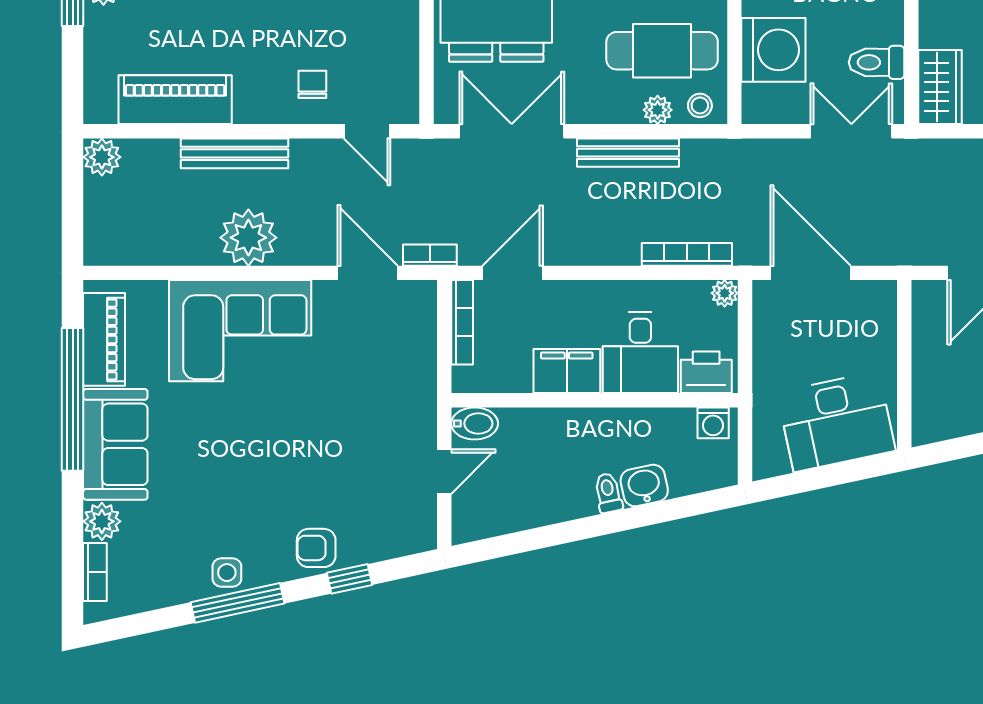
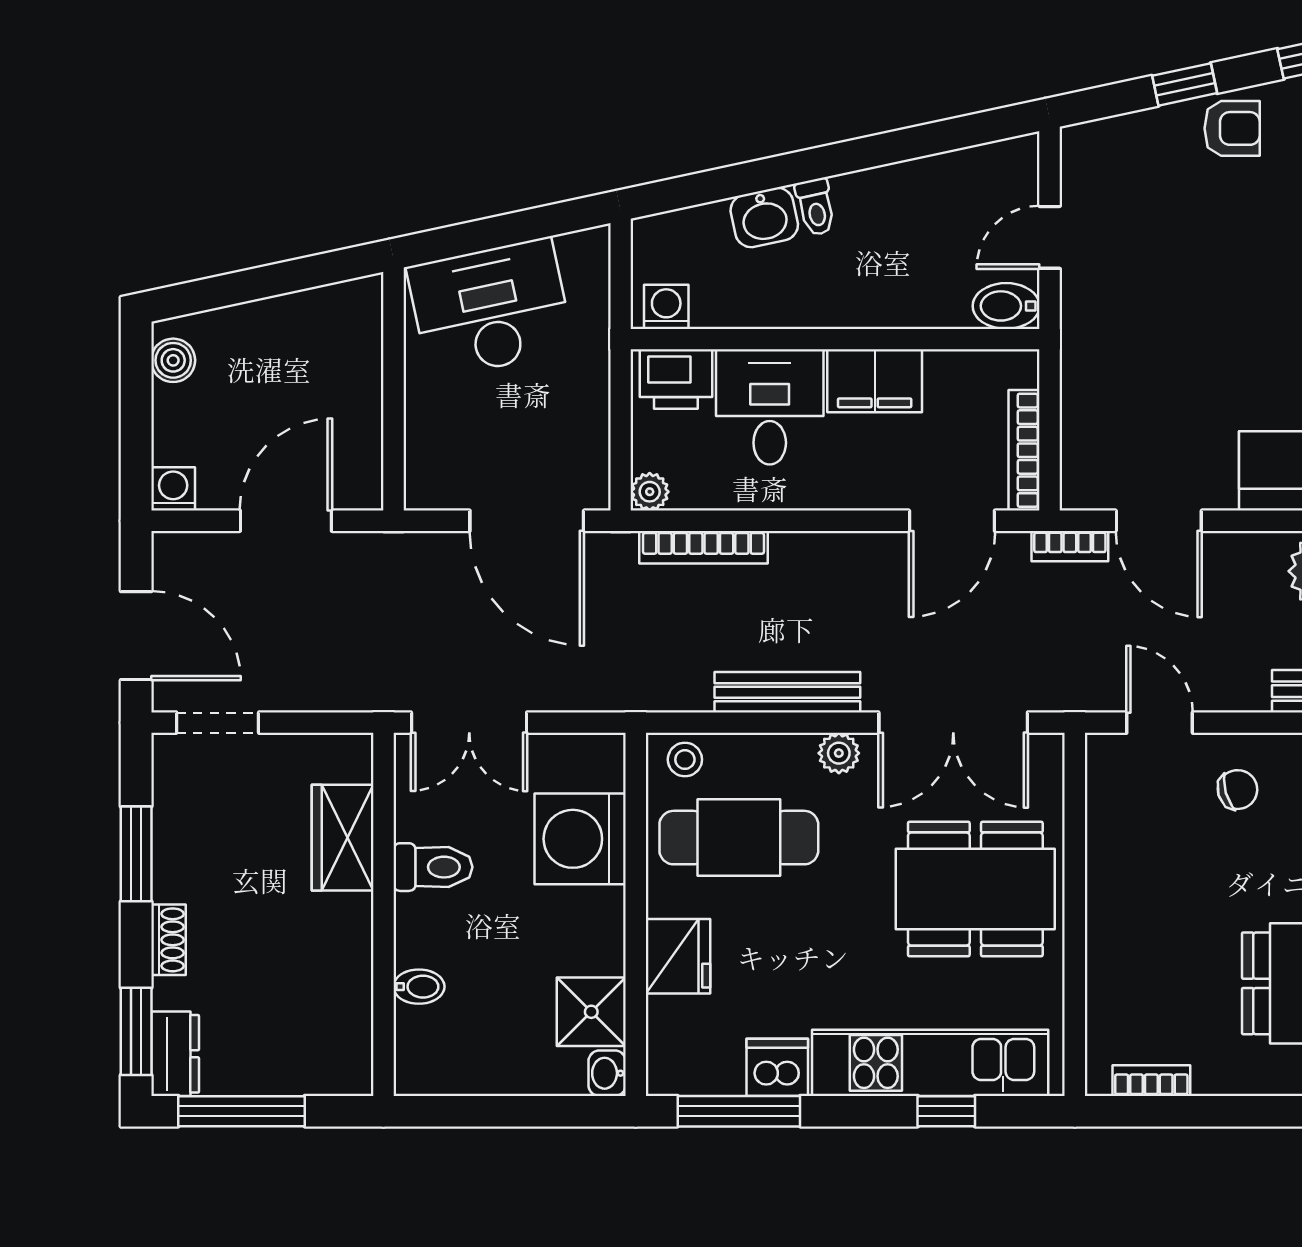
toilet: (877, 62) -> (433, 867), moved
chair: (312, 84) -> (1238, 790), turned -106
wardrobe: (940, 87) -> (343, 838), moved
plant: (658, 110) -> (839, 753), moved

